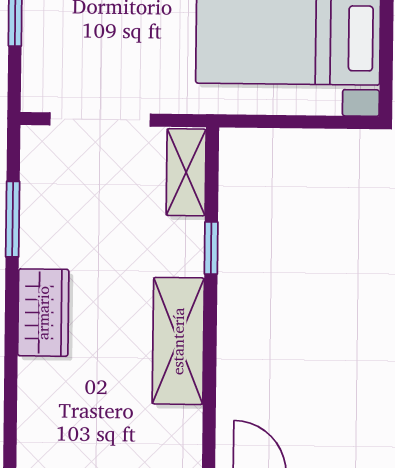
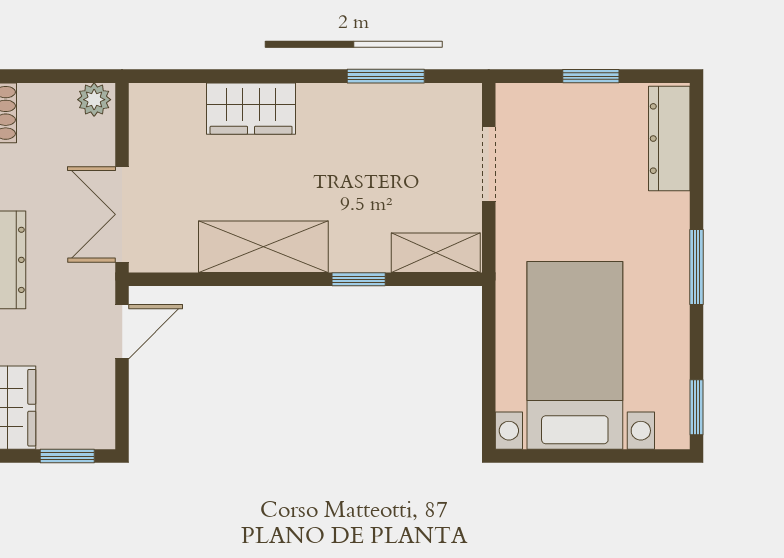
doorway: (100, 119) -> (489, 164), width x0.73
wardrobe: (43, 313) -> (251, 109), moved

